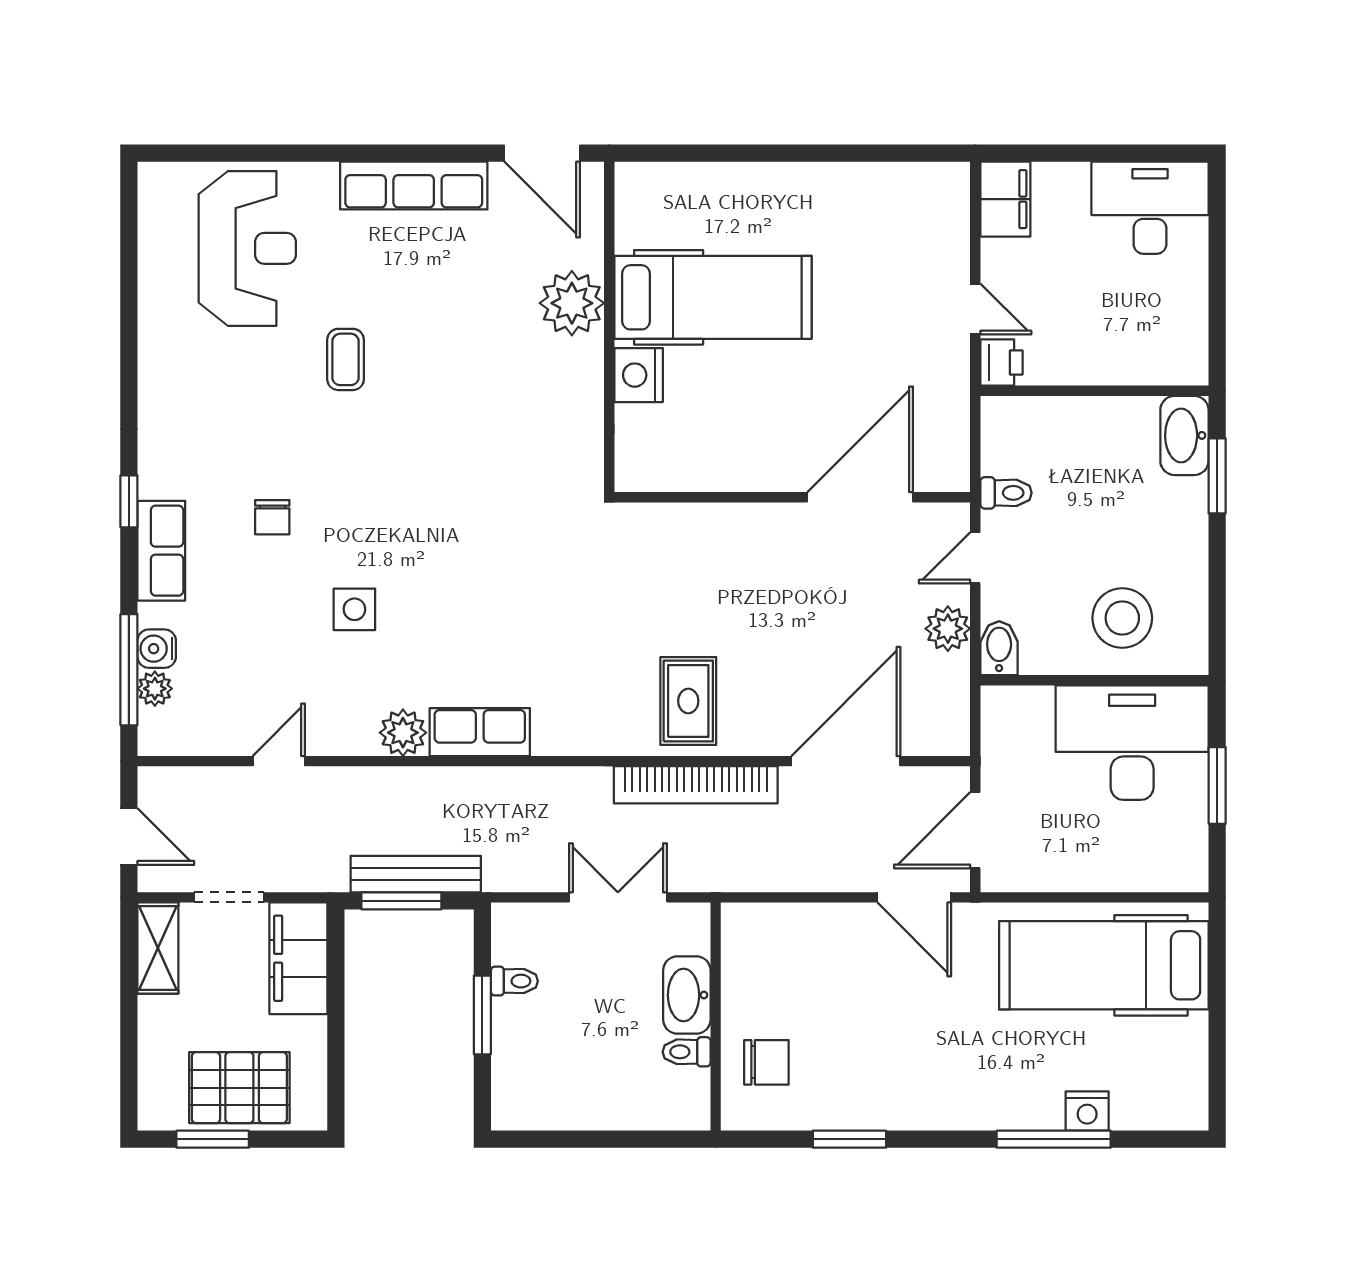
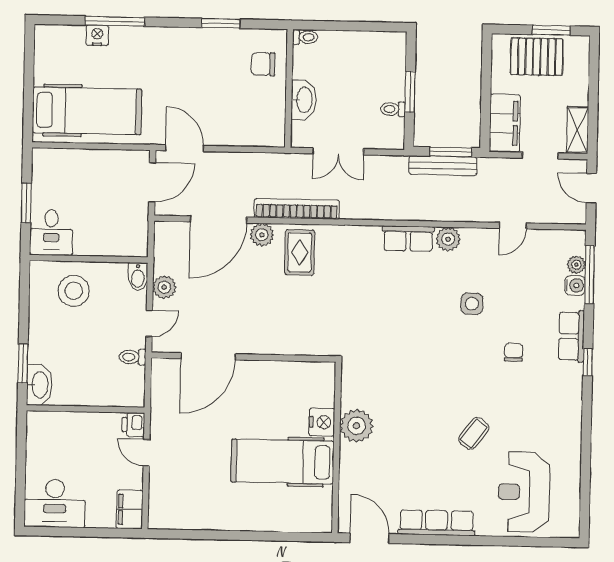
plant: (572, 303) -> (357, 426), moved
coffee table: (346, 359) -> (474, 433), turned 37
plant: (762, 734) -> (262, 235), added
desk: (1132, 743) -> (51, 232), width x0.53, depth x0.77
toilet: (687, 1052) -> (305, 37), moved

